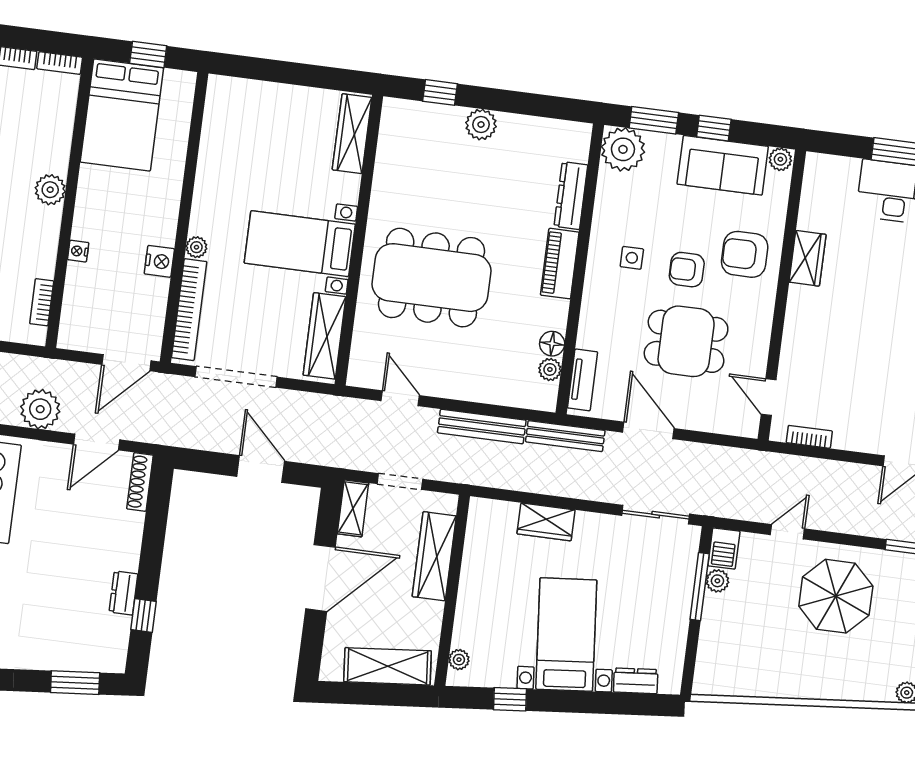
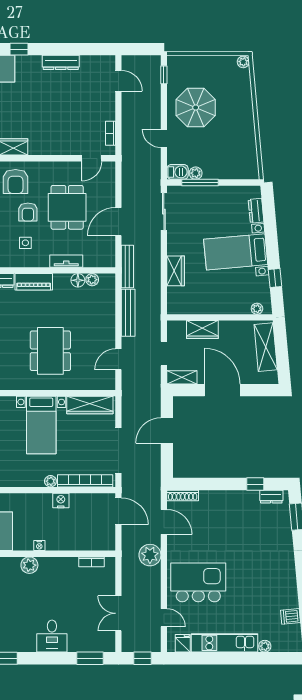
nightstand: (78, 251) -> (39, 546), moved
dining table: (431, 278) -> (50, 351), width x0.73, depth x0.80
tv unit: (583, 380) -> (66, 261), moved
wardrobe: (434, 556) -> (202, 330), width x0.67
dresser: (123, 593) -> (271, 497), moved

